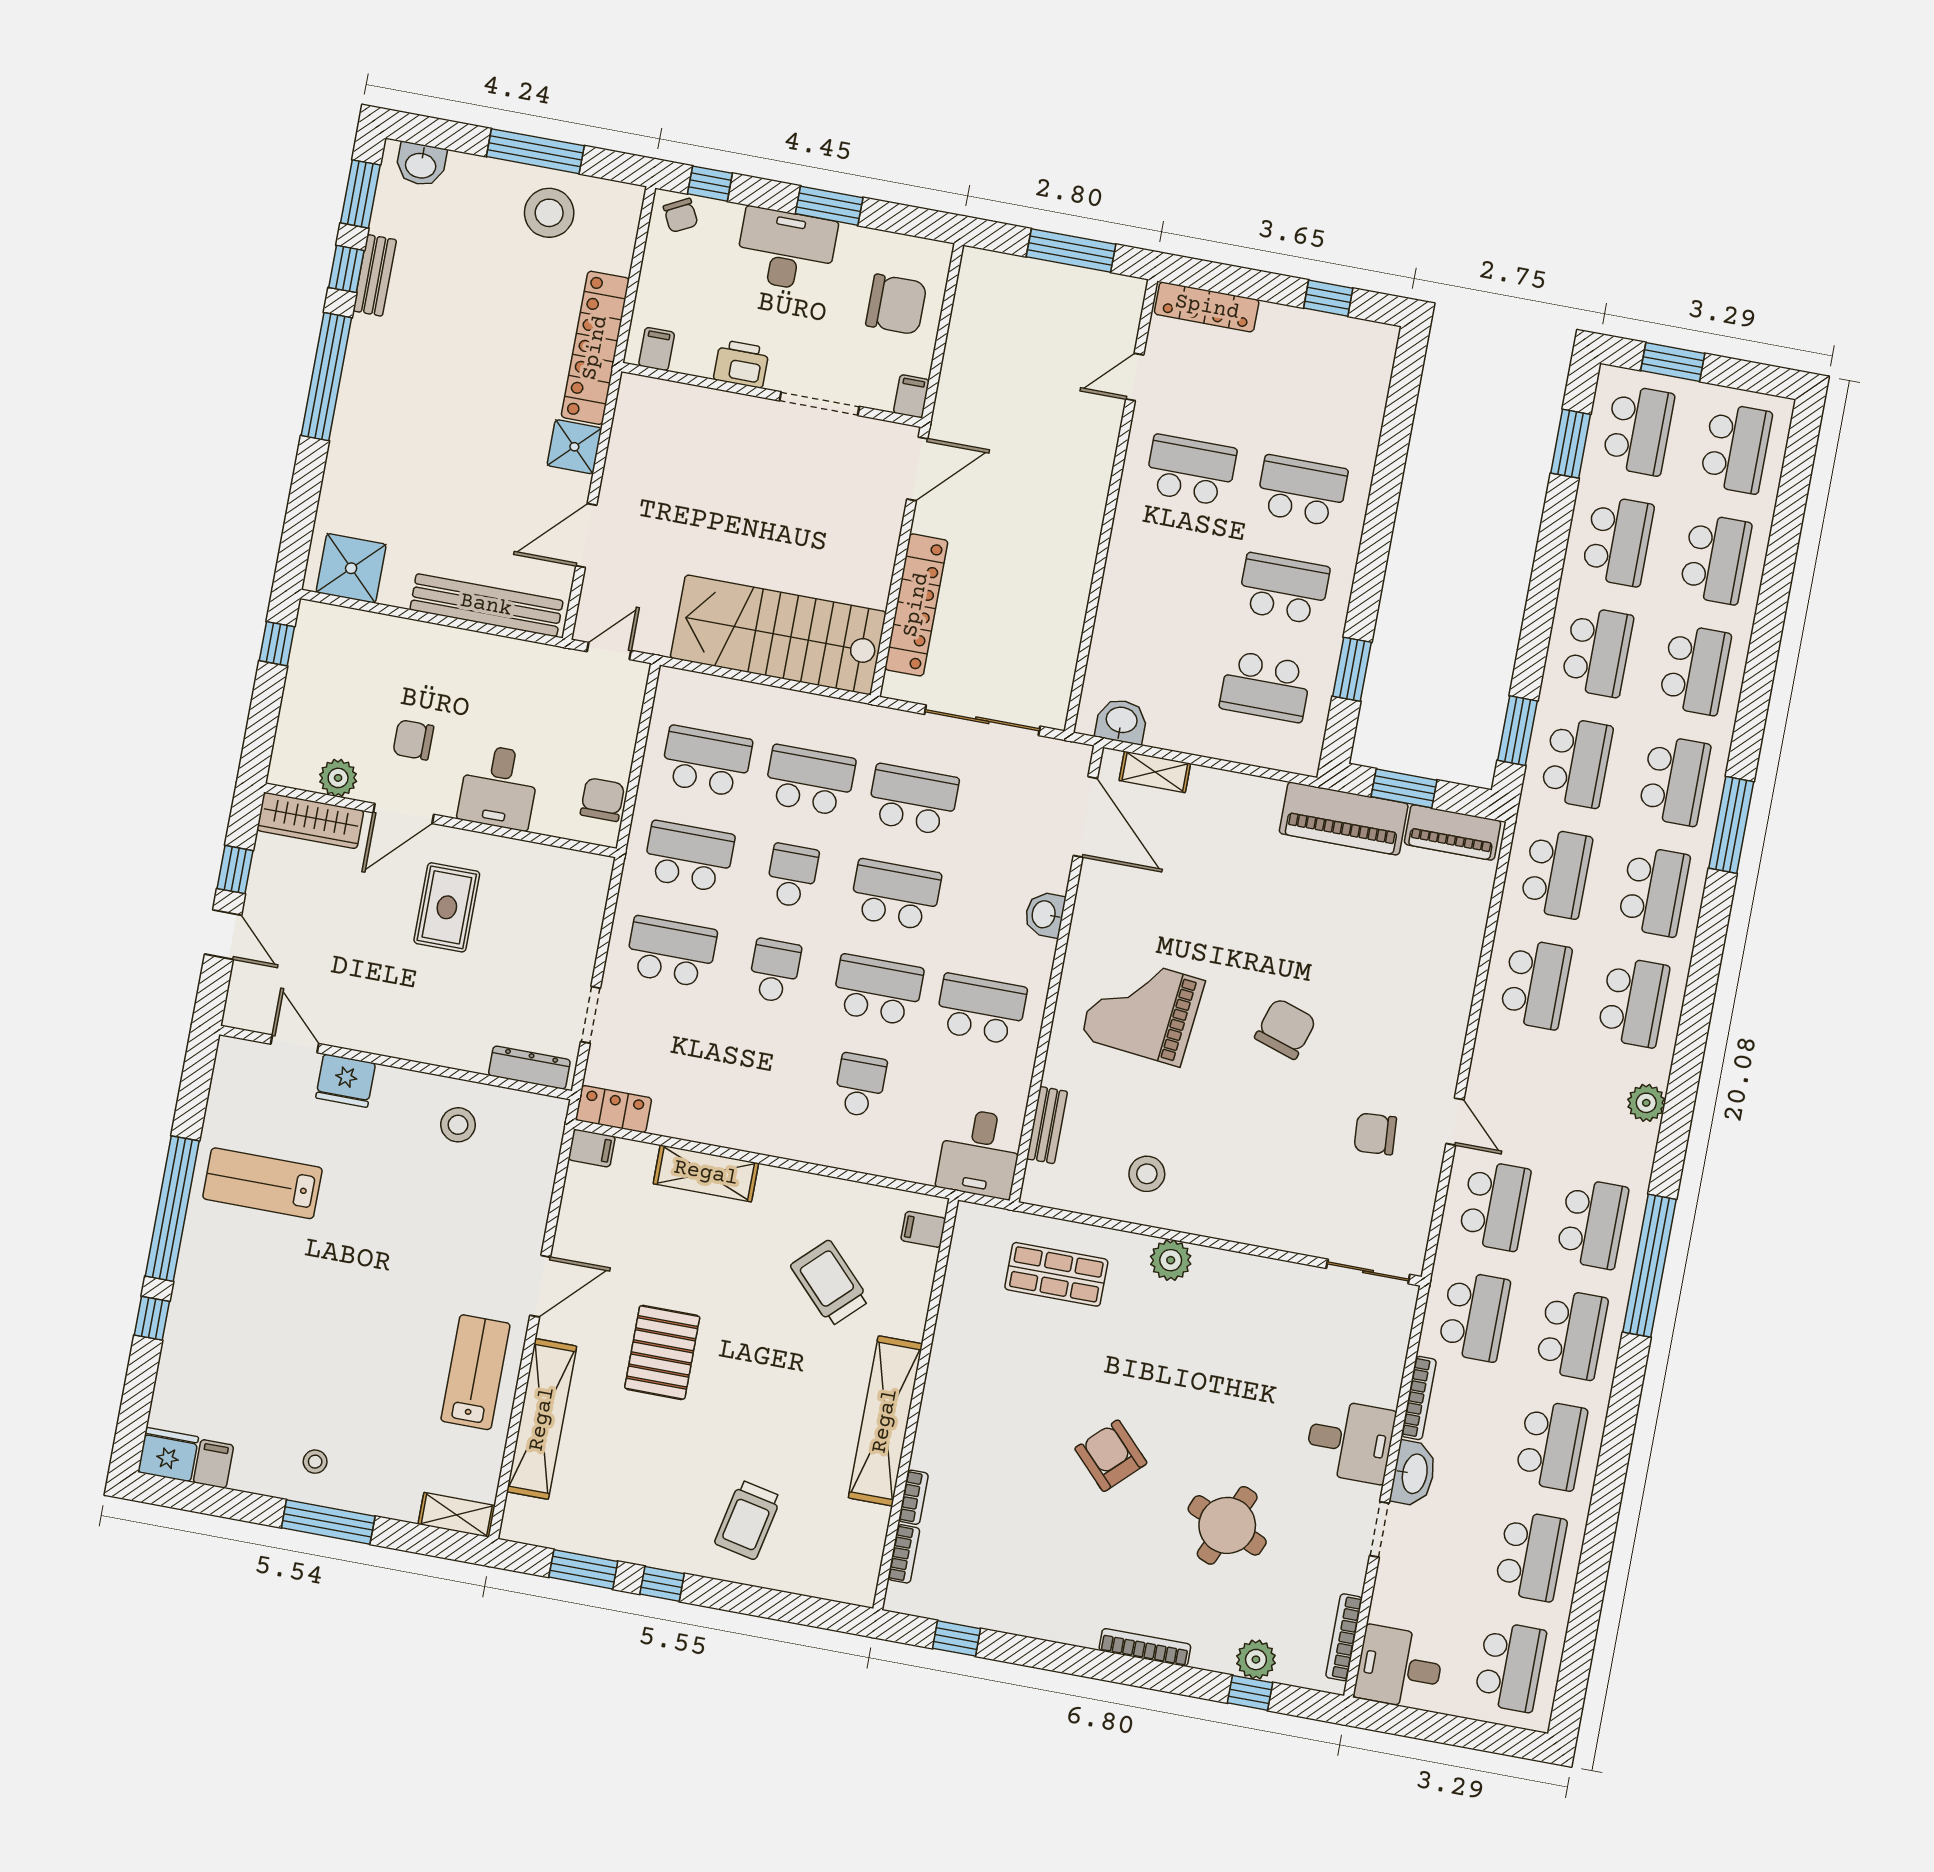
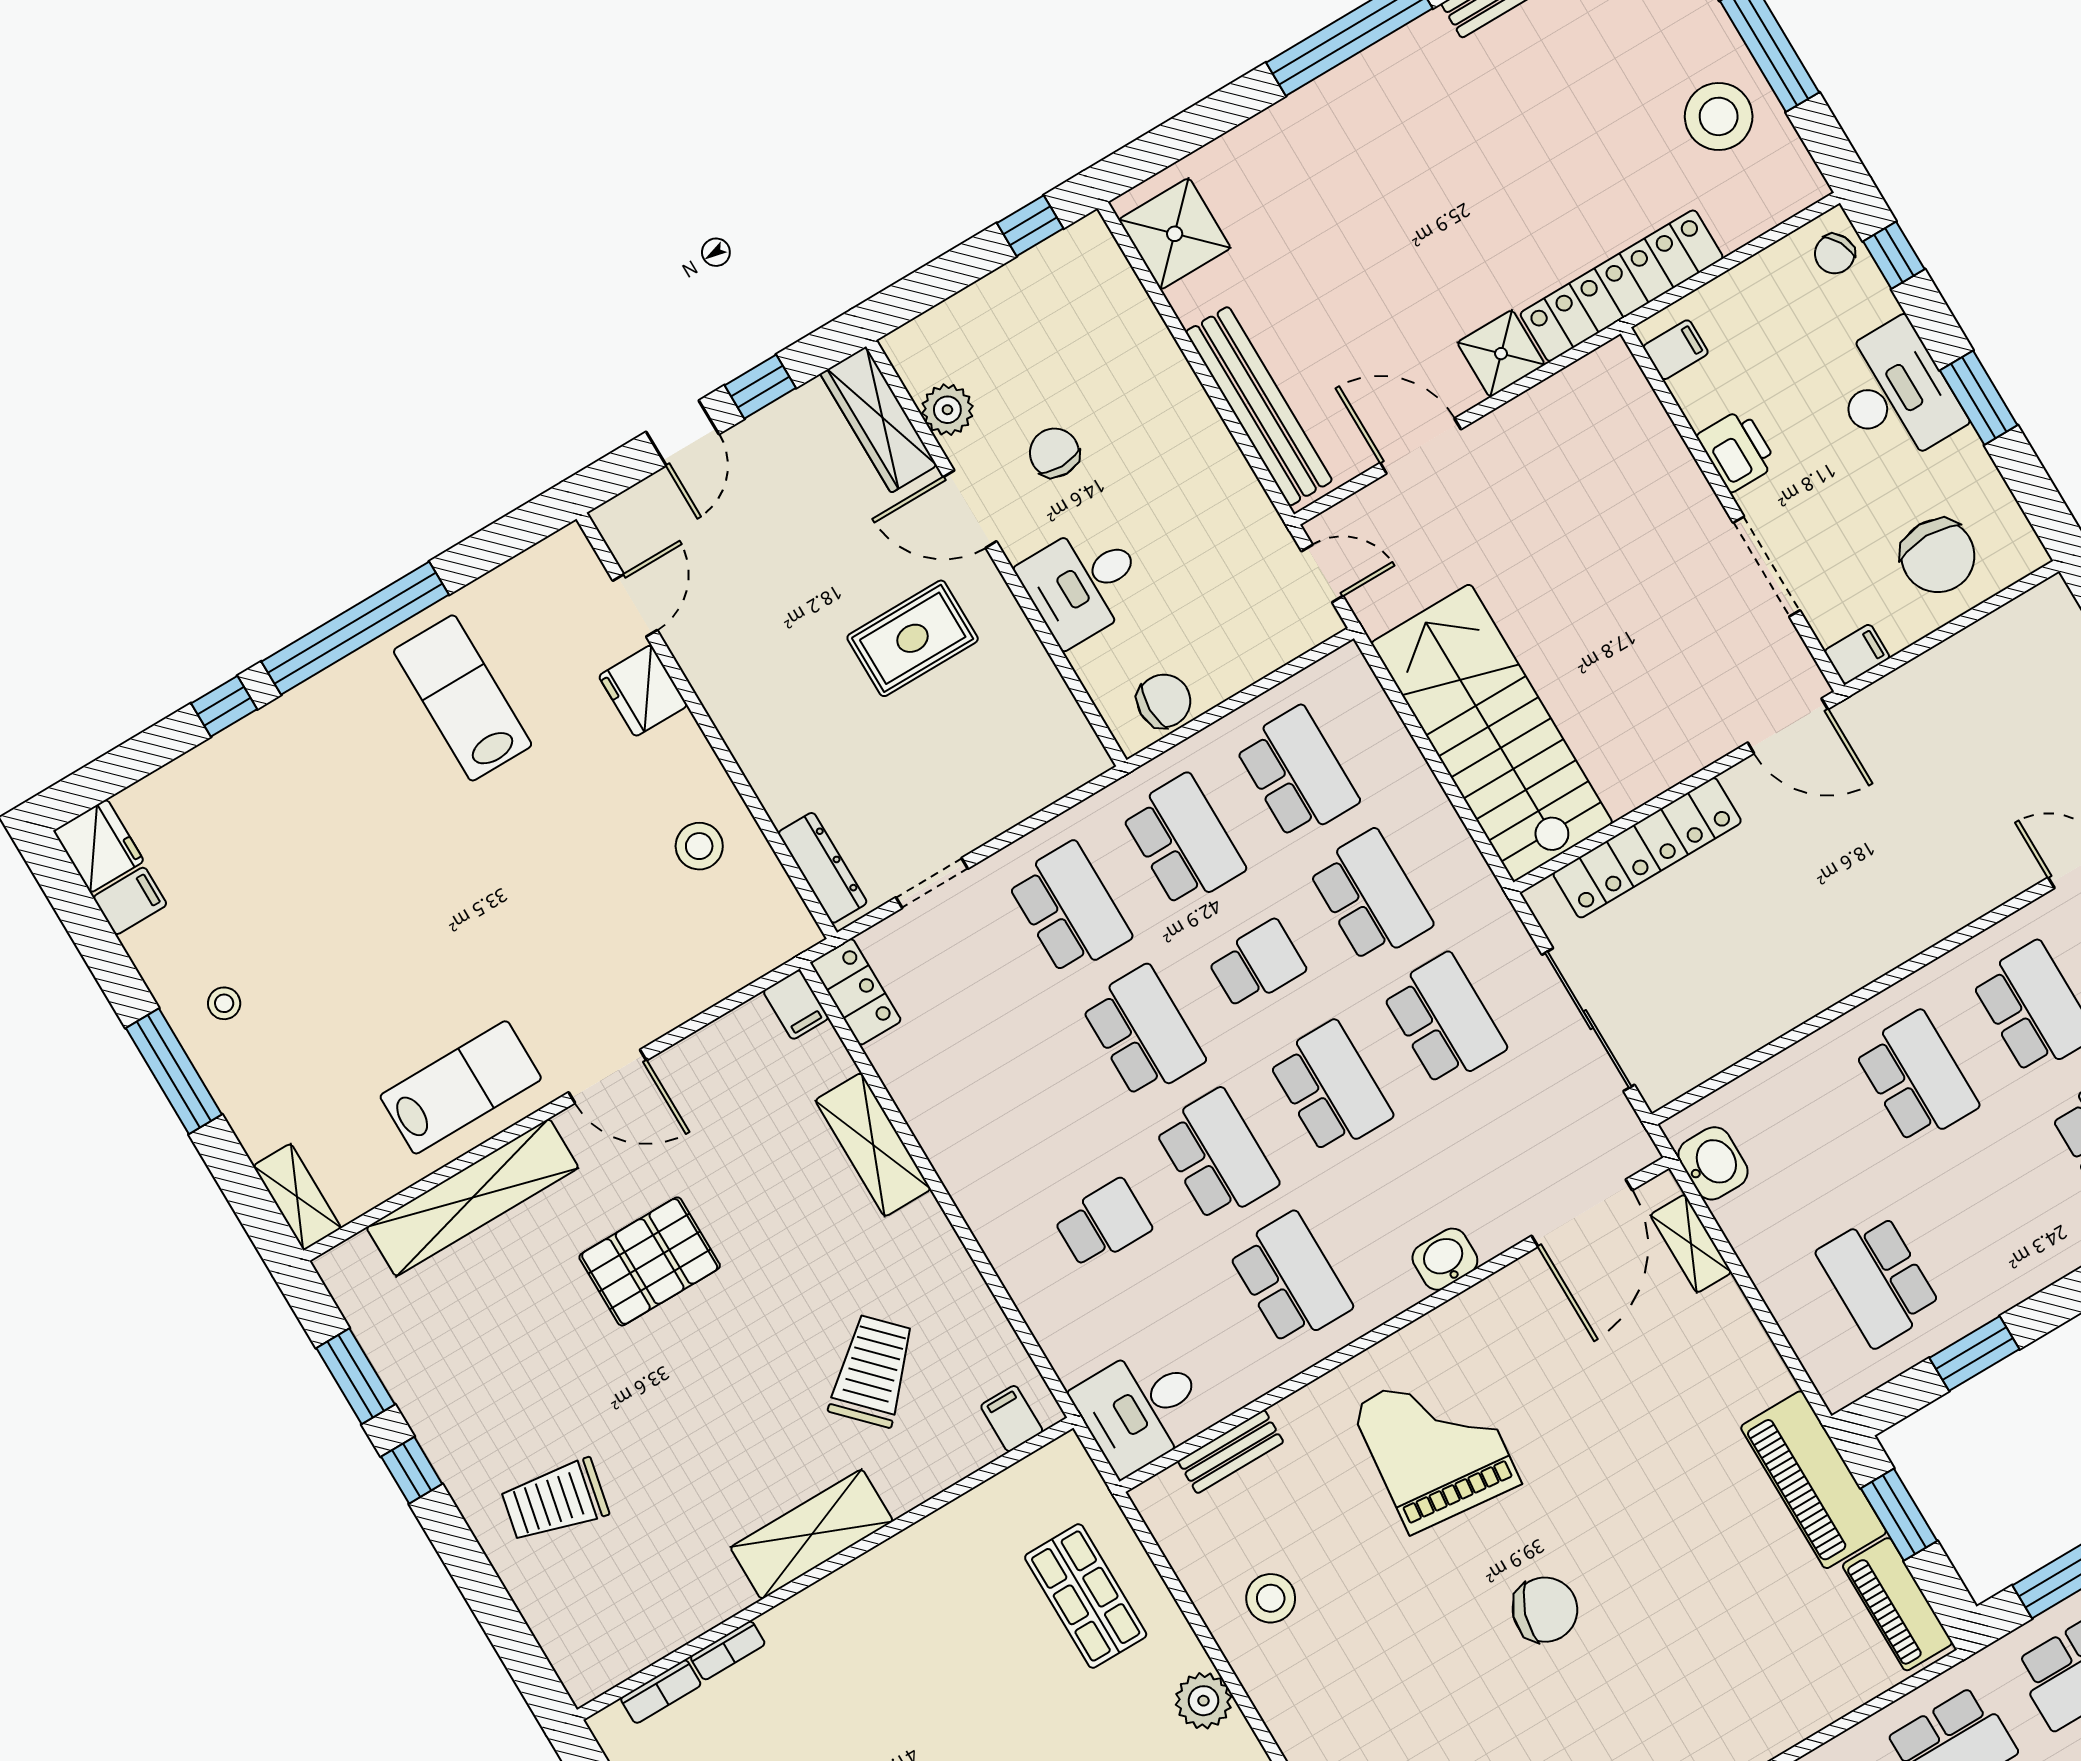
school desk: (1284, 589) -> (1916, 1078), moved
school desk: (774, 971) -> (1143, 1032), width x1.85
shelving: (885, 1421) -> (812, 1534), width x0.68

